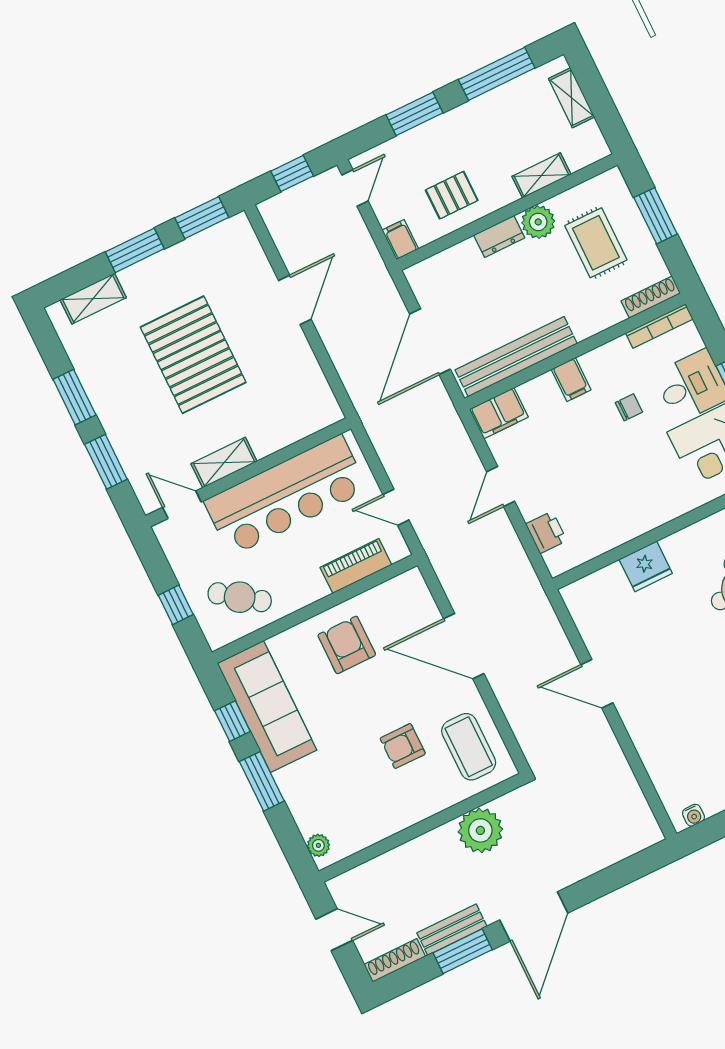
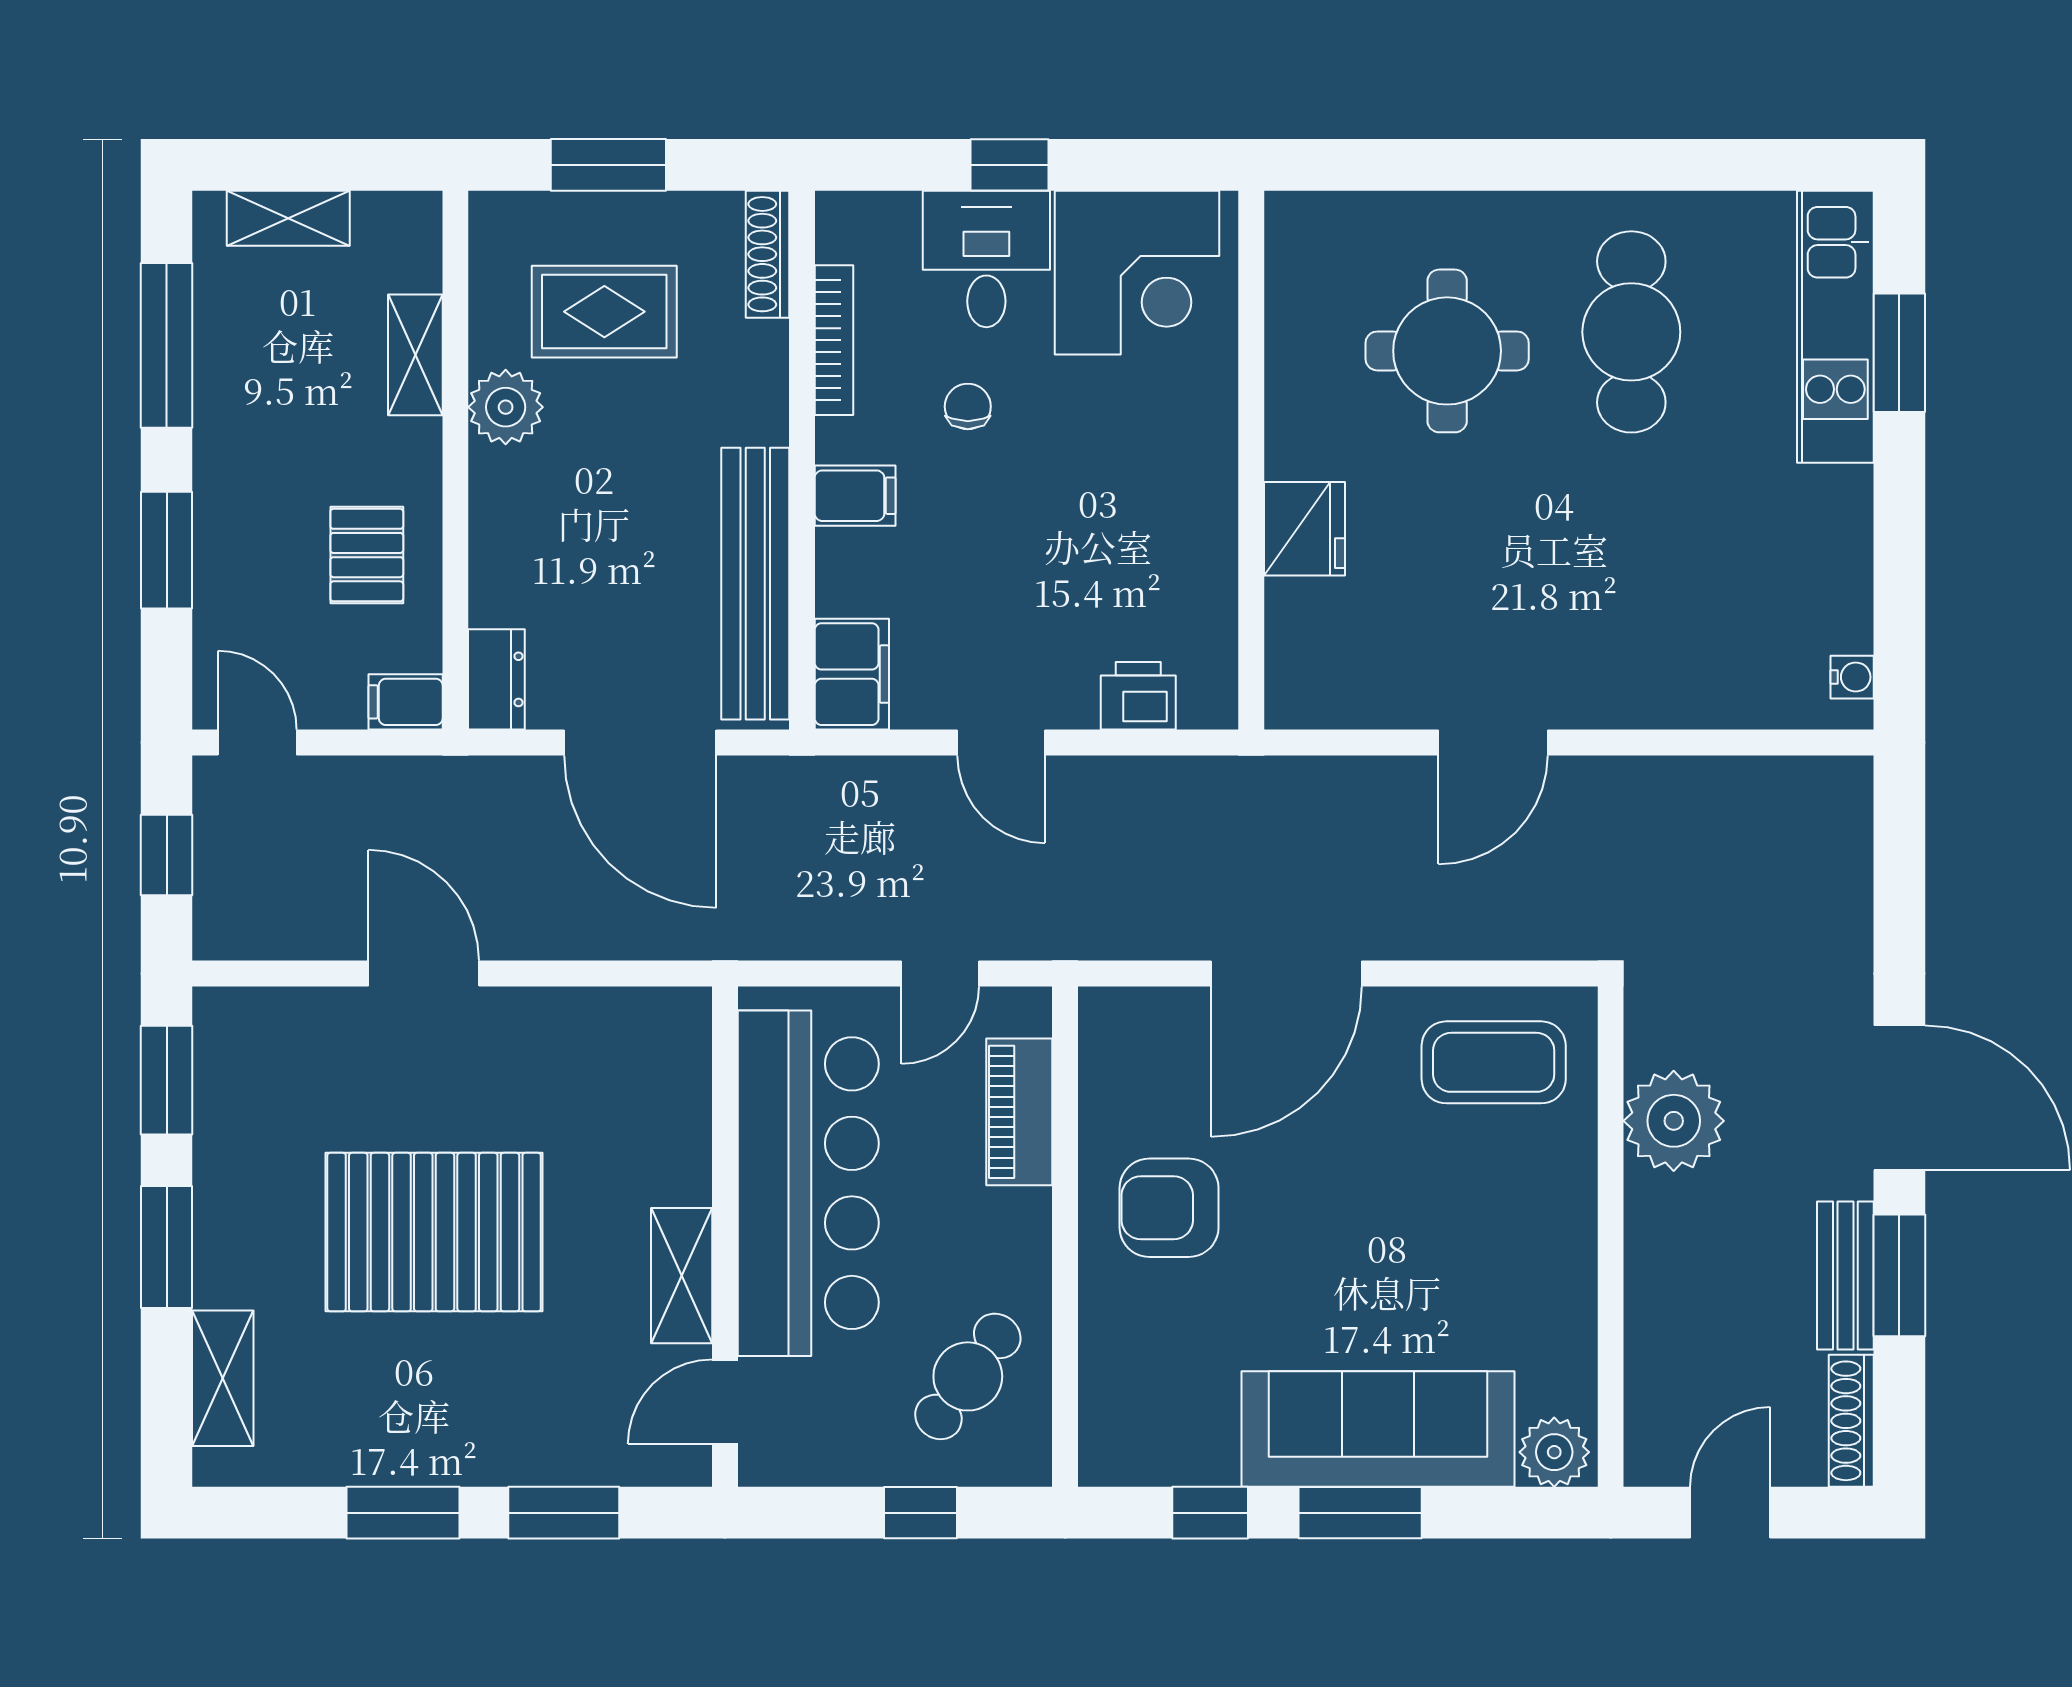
dresser: (499, 236) -> (496, 679), moved
bookcase: (659, 326) -> (834, 340), moved
sofa: (267, 707) -> (1378, 1429), moved
armchair: (403, 746) -> (1428, 1194), removed
plant: (318, 845) -> (1554, 1452), width x1.38, depth x1.38

